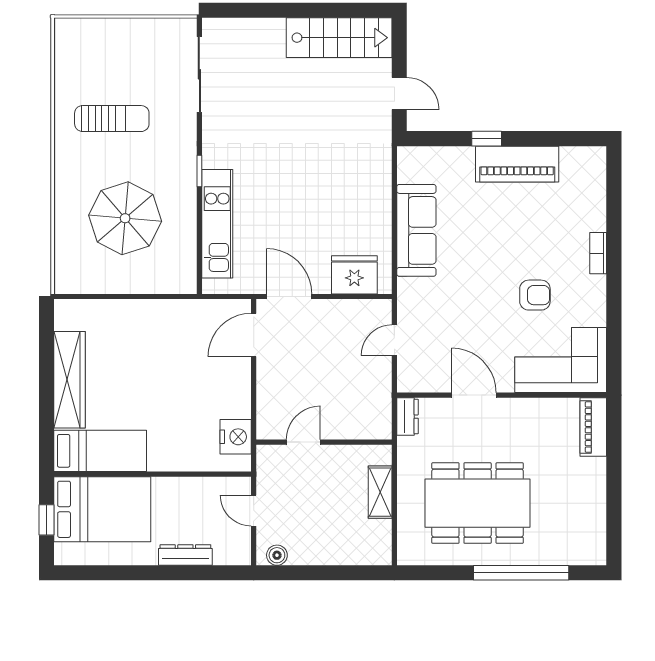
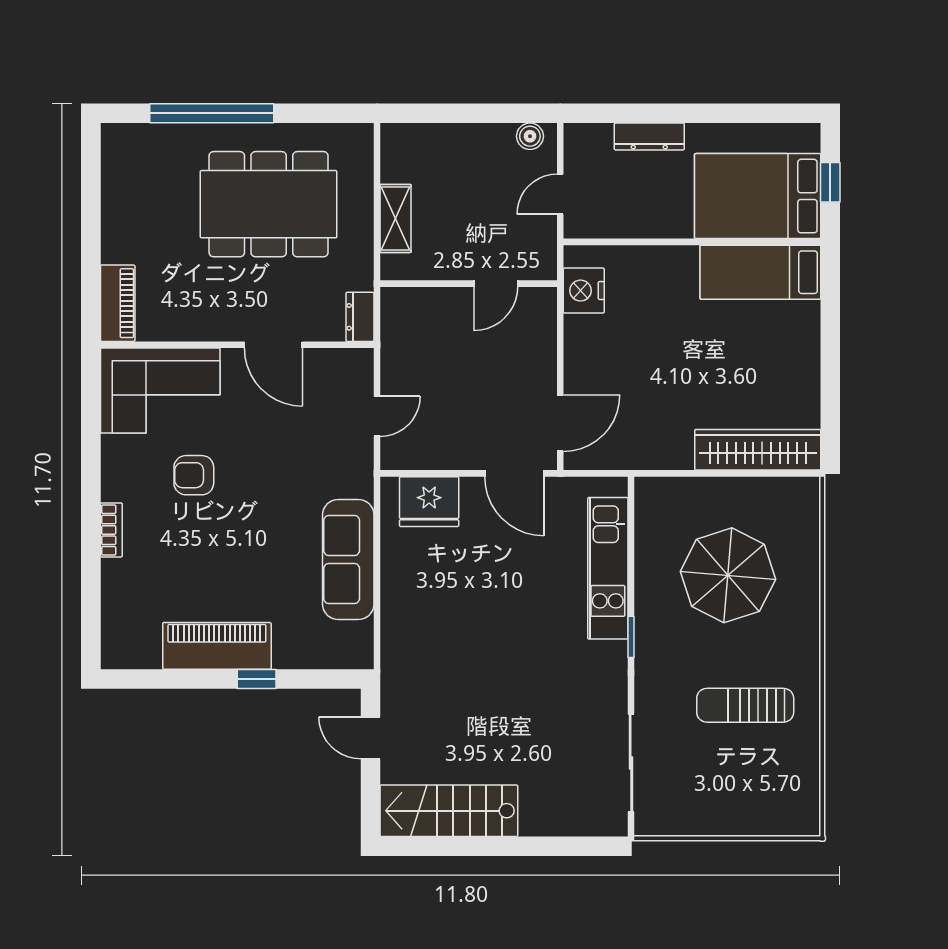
wardrobe: (70, 380) -> (758, 450), moved, turned 90
door: (254, 511) -> (560, 194), swing flipped

